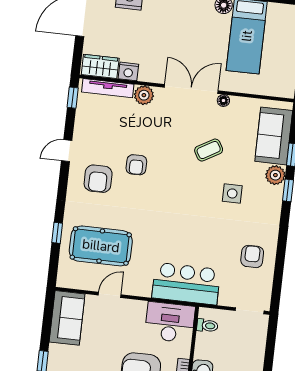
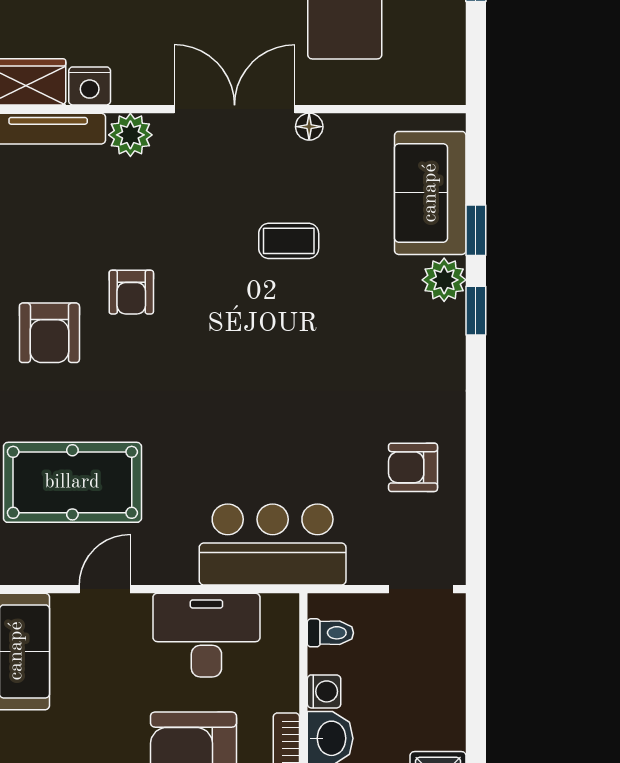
coffee table: (209, 150) -> (289, 241), turned 30
side table: (232, 193) -> (352, 332), removed
armchair: (252, 256) -> (413, 467), turned -90
desk: (170, 322) -> (206, 635), moved
washing machine: (201, 351) -> (324, 691), added

